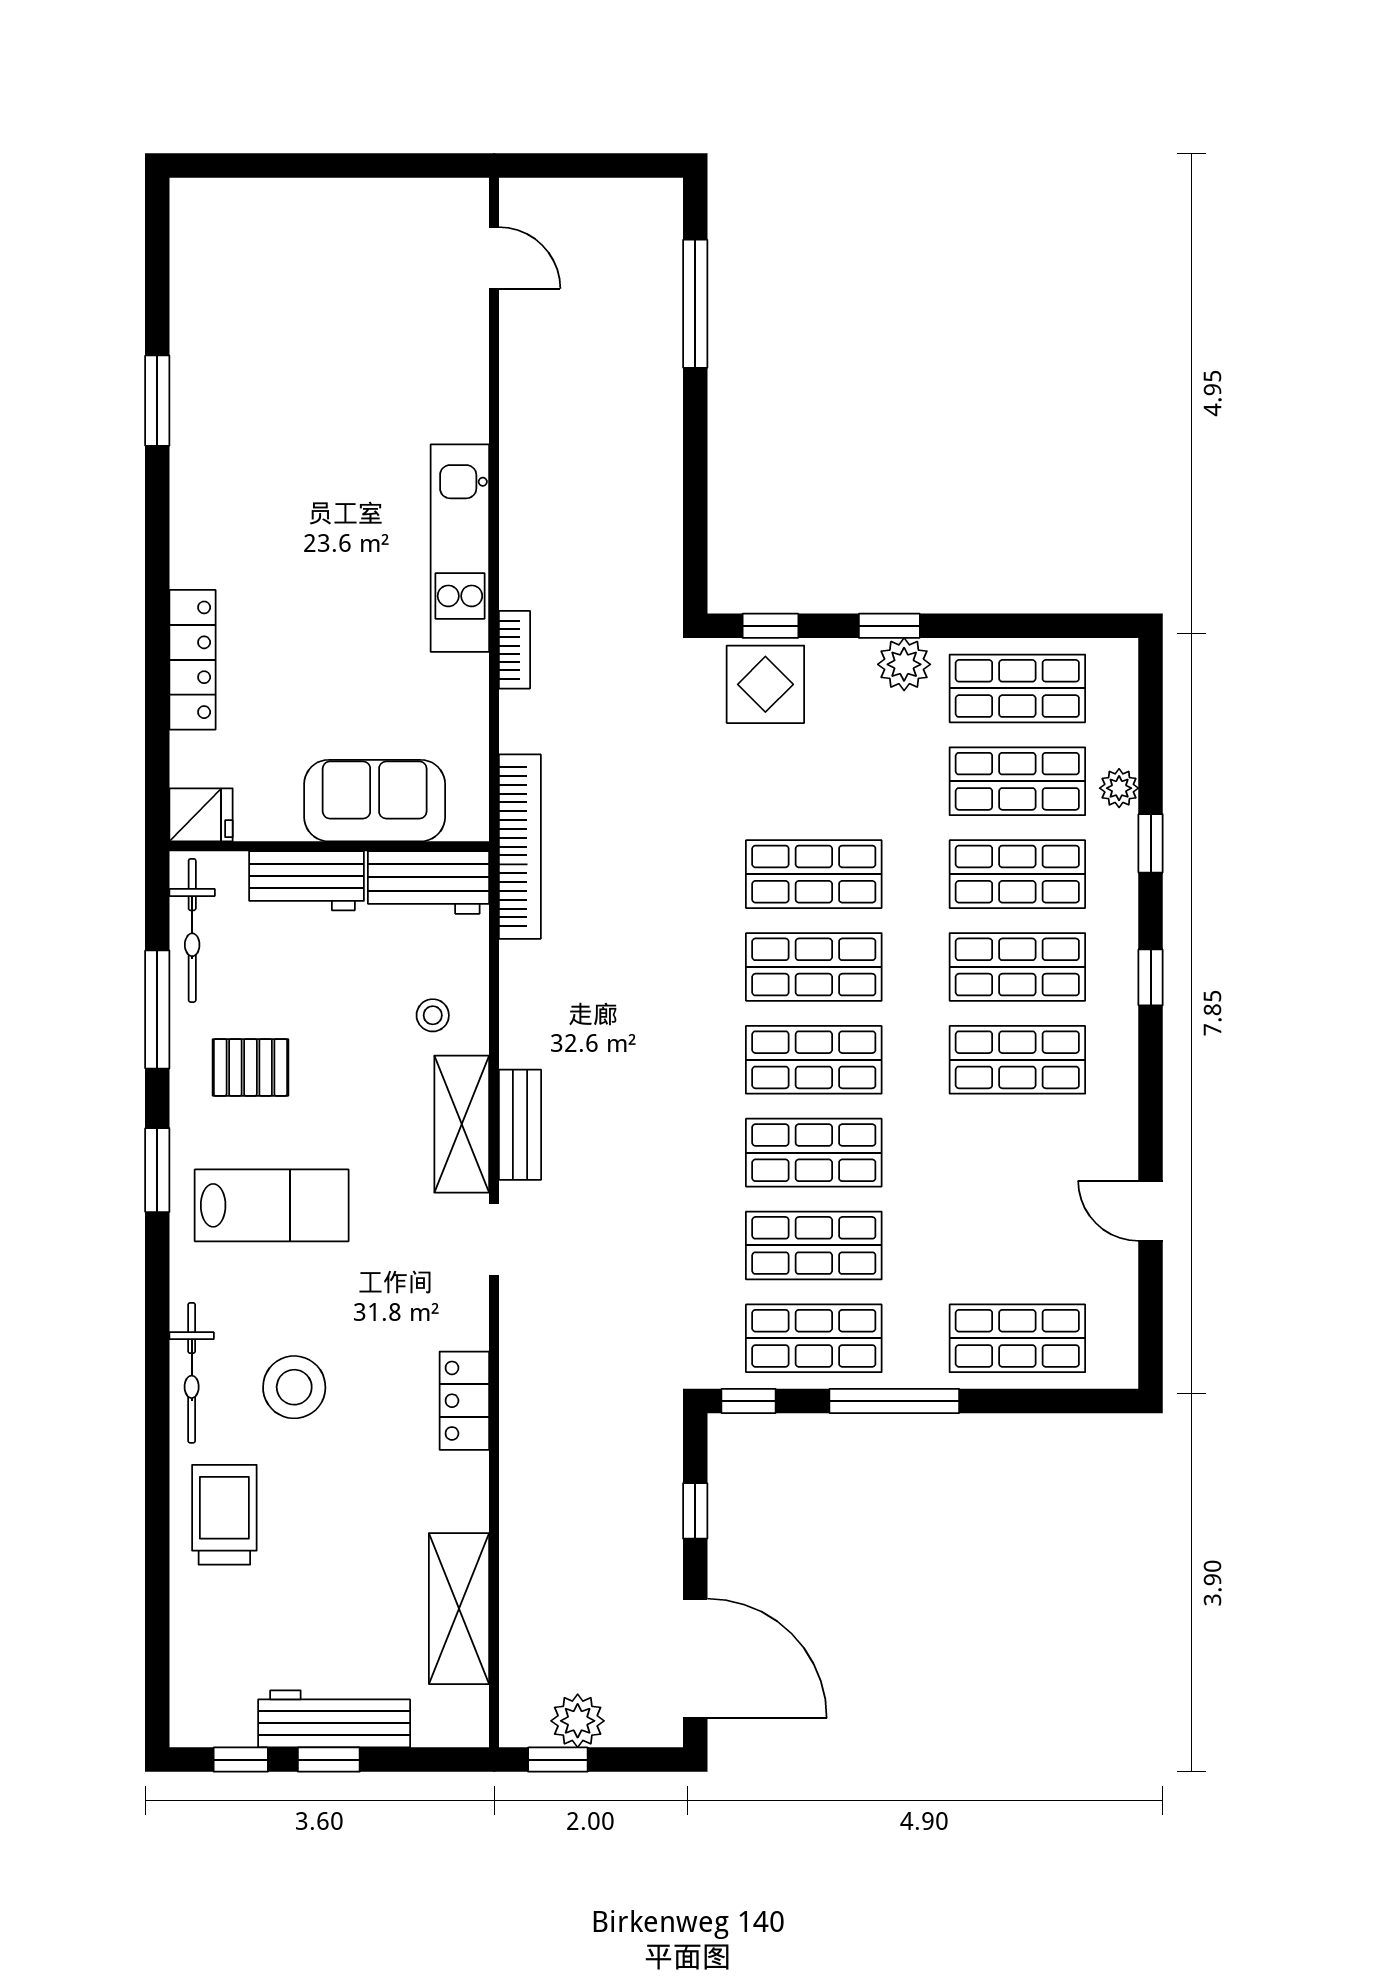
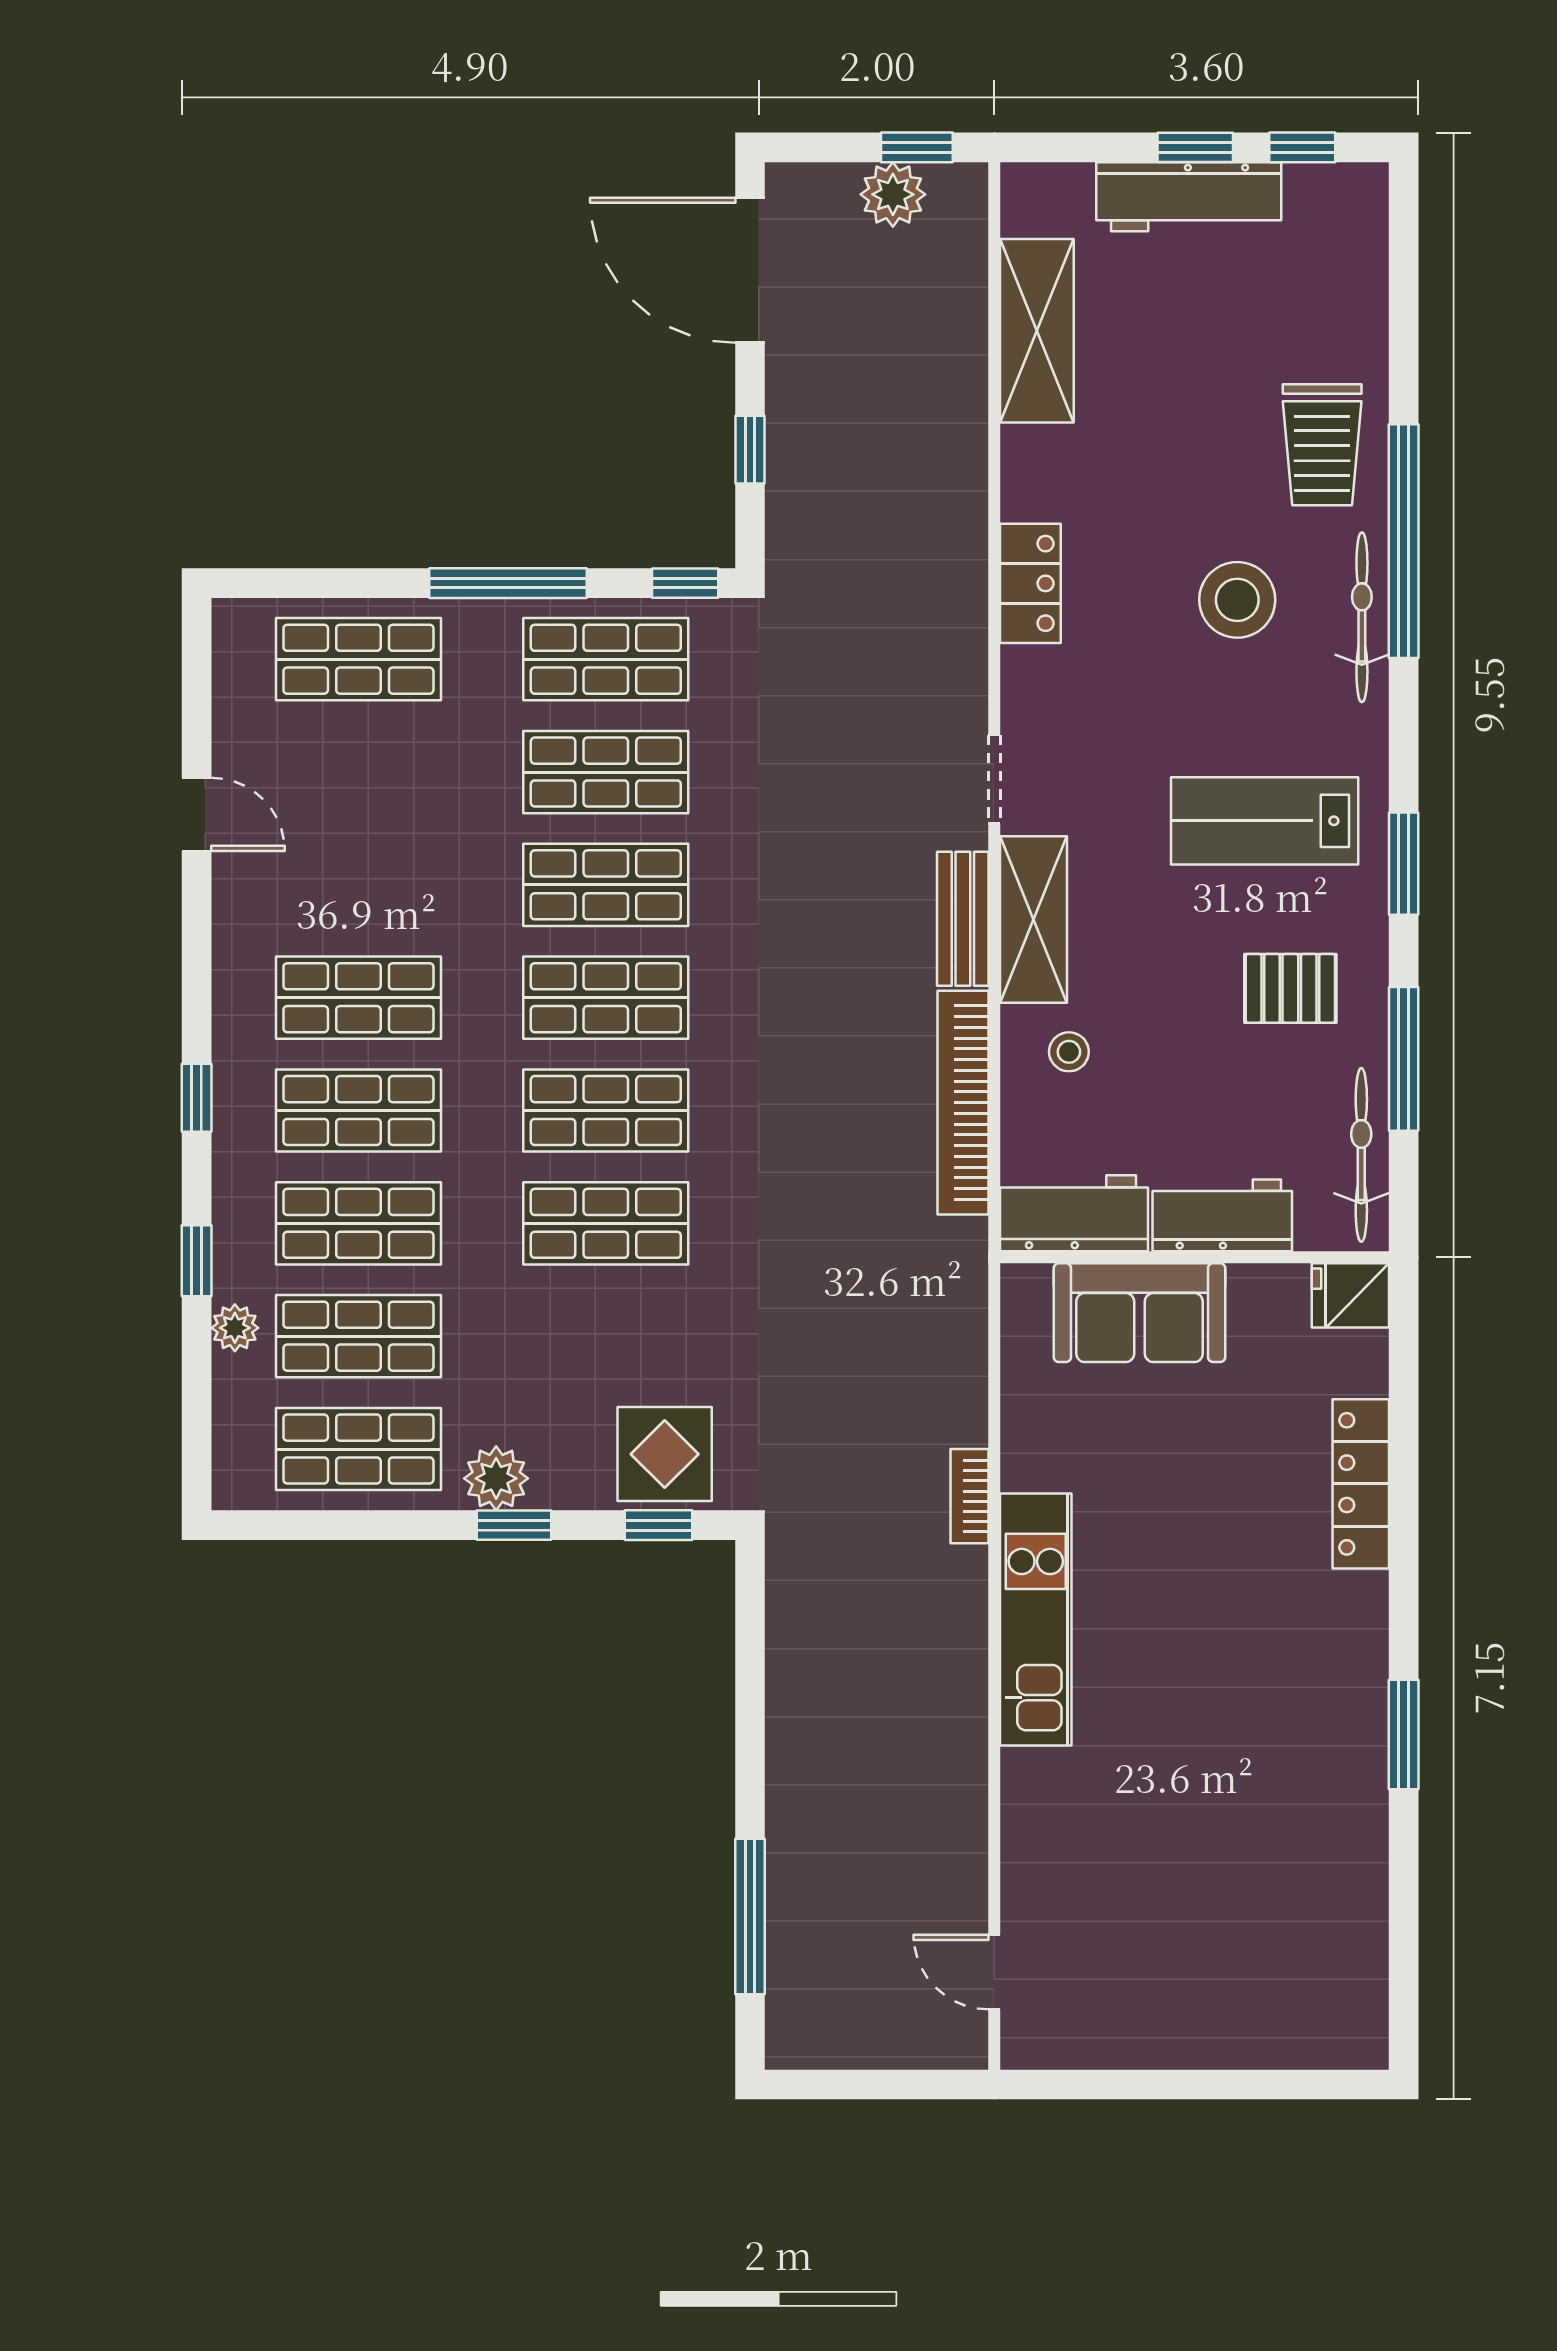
window: (157, 401) -> (1404, 1735), moved
bookcase: (520, 847) -> (963, 1103), moved
window: (157, 1435) -> (1404, 541), added

